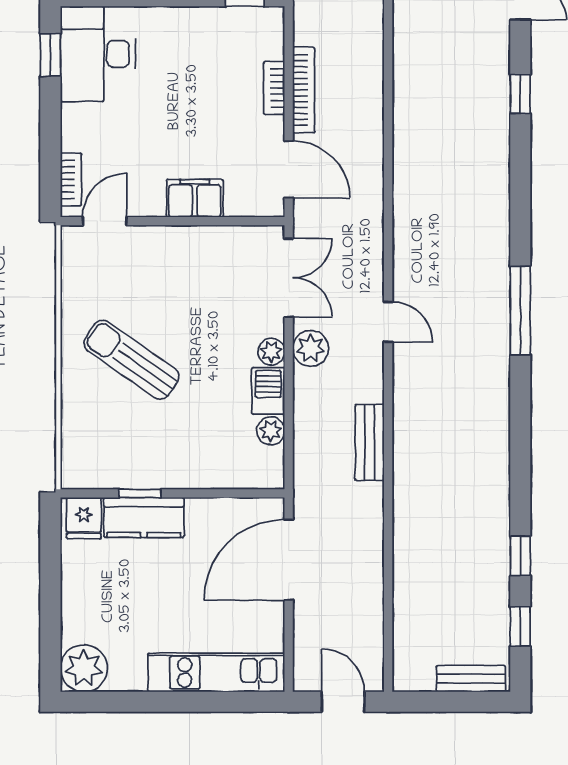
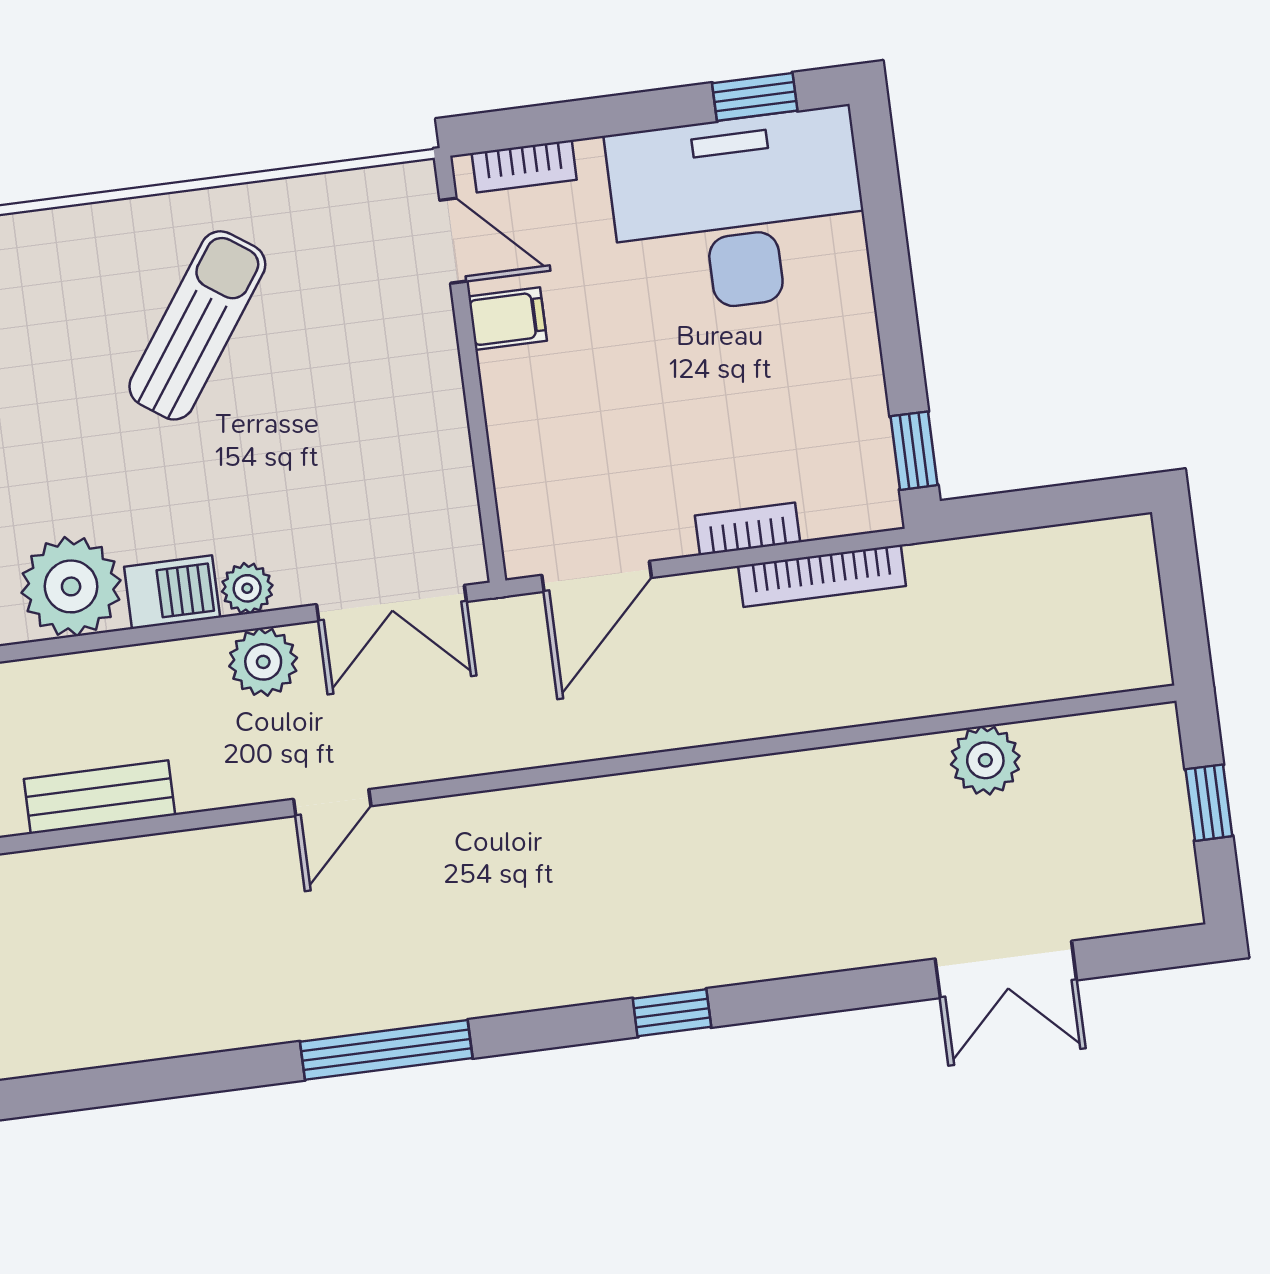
desk: (98, 54) -> (739, 212), width x1.36, depth x1.30
bookcase: (304, 90) -> (822, 576), moved
window: (520, 94) -> (672, 1013), moved
filing cabinet: (195, 198) -> (507, 319), moved, width x0.50
plant: (271, 431) -> (71, 586), width x1.88, depth x1.88

